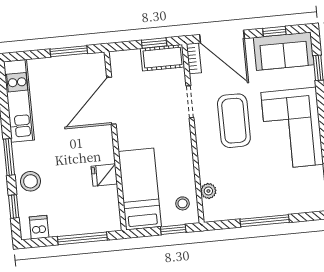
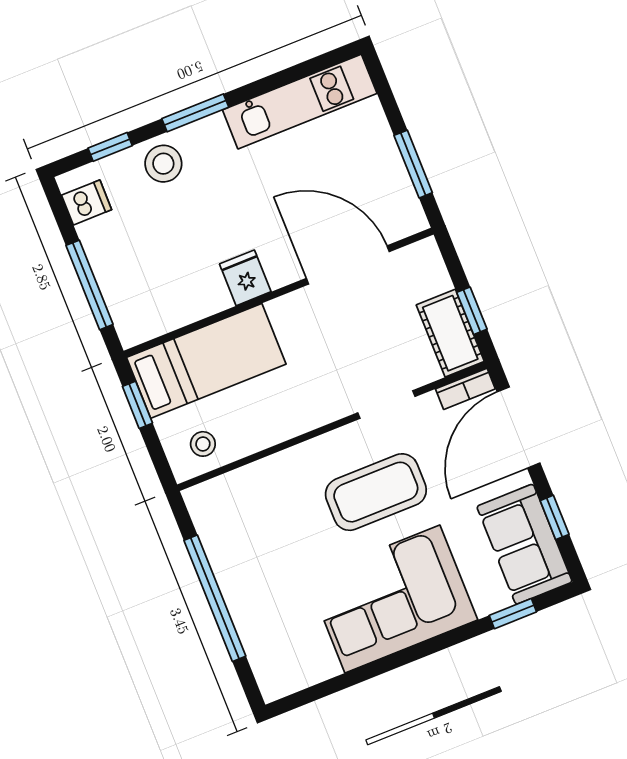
fridge: (104, 175) -> (245, 278), moved
plant: (208, 191) -> (238, 483), removed
window: (265, 221) -> (215, 598), width x1.46
window: (173, 230) -> (137, 405), moved

